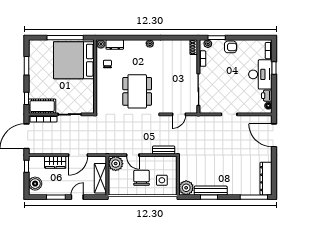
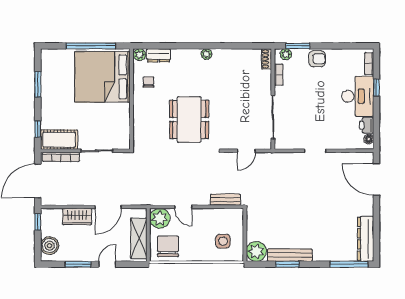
chair: (141, 178) -> (168, 246), moved

